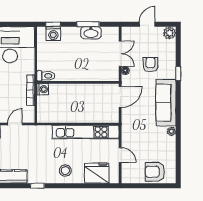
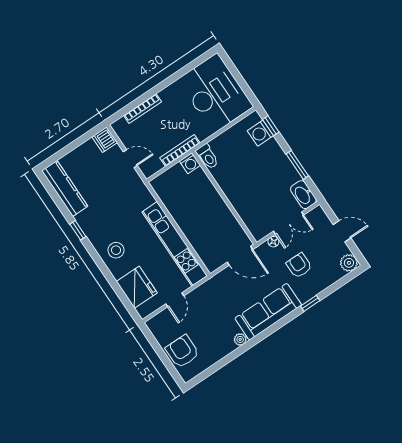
washbasin: (91, 33) -> (303, 195), moved
armchair: (150, 65) -> (299, 265), turned -90

